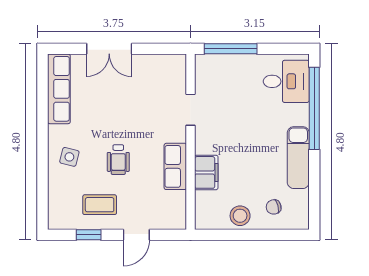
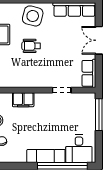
side table: (69, 157) -> (33, 16), width x1.87, depth x1.87
exam couch: (298, 158) -> (46, 156), moved
row of seats: (175, 166) -> (89, 73), moved, turned -90

